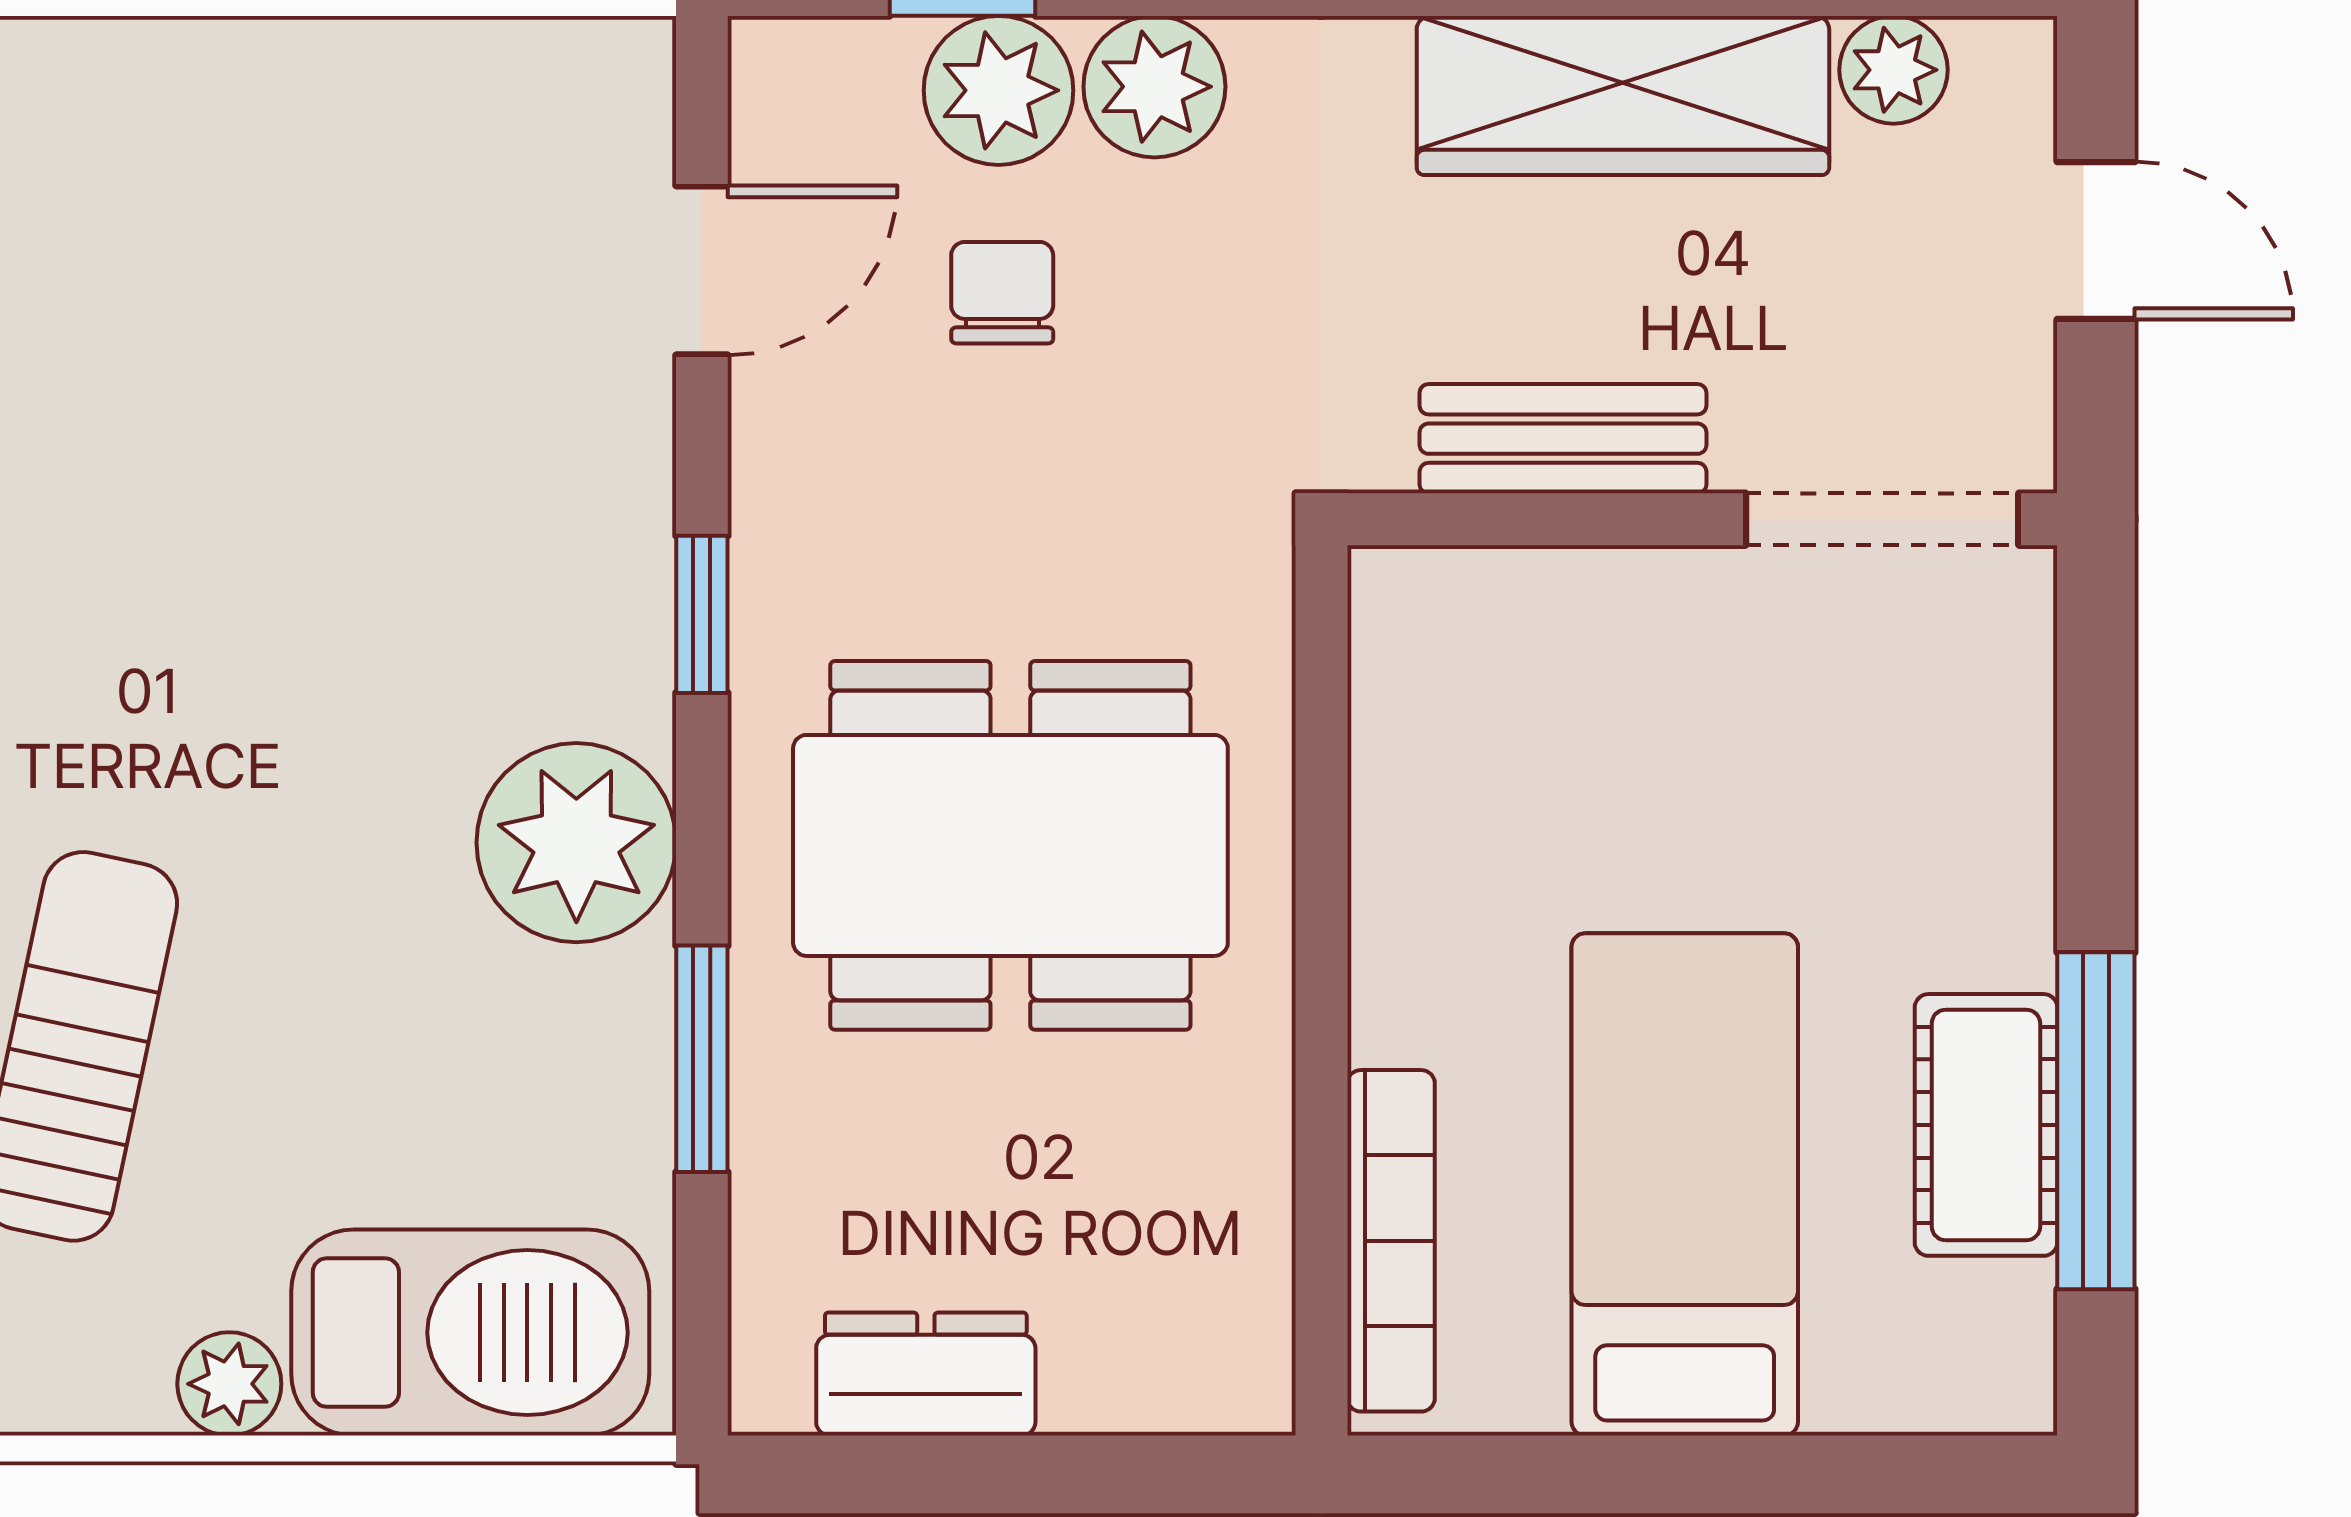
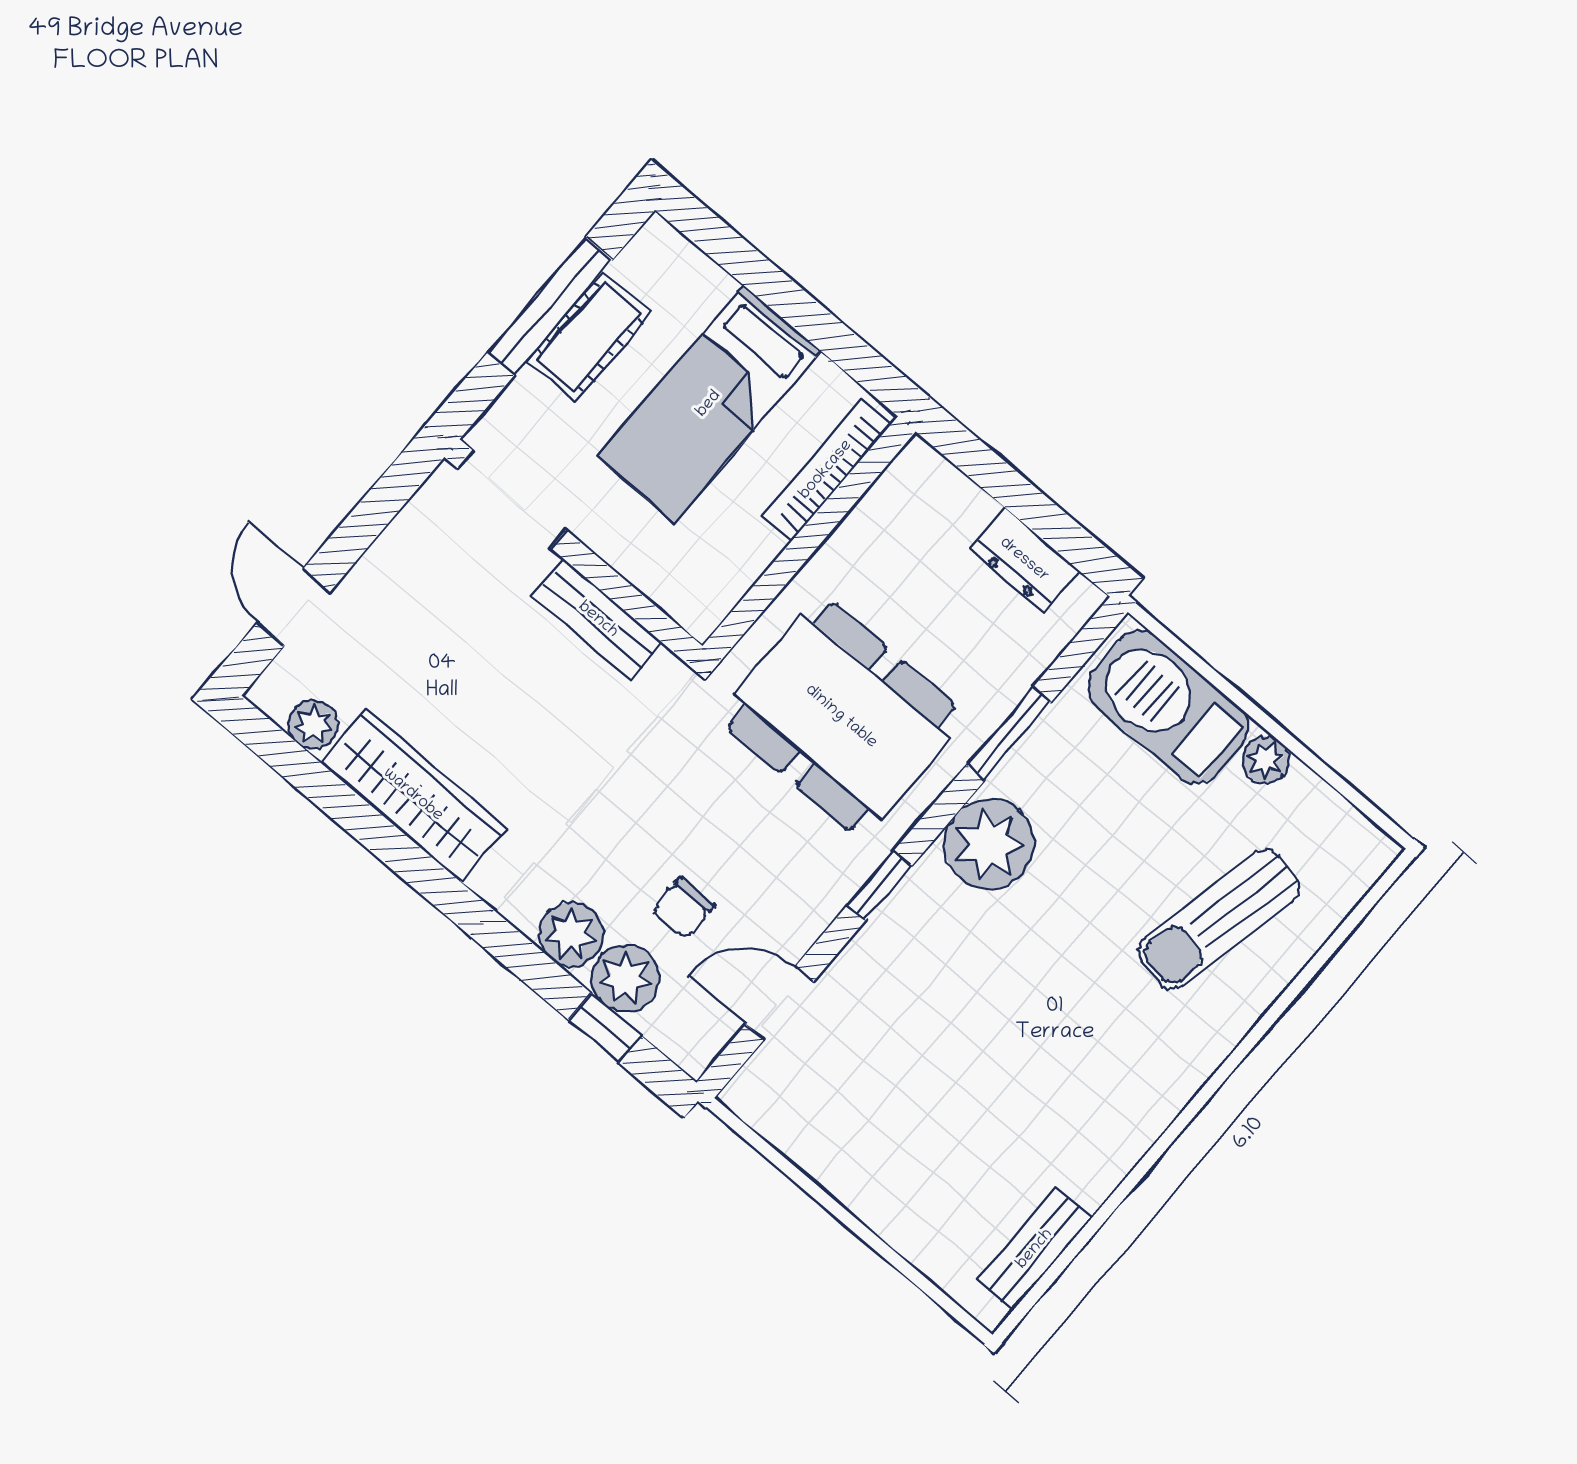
bench: (1563, 439) -> (598, 620), moved
wall: (1702, 519) -> (573, 552), moved
doorway: (1882, 519) -> (512, 499), moved

